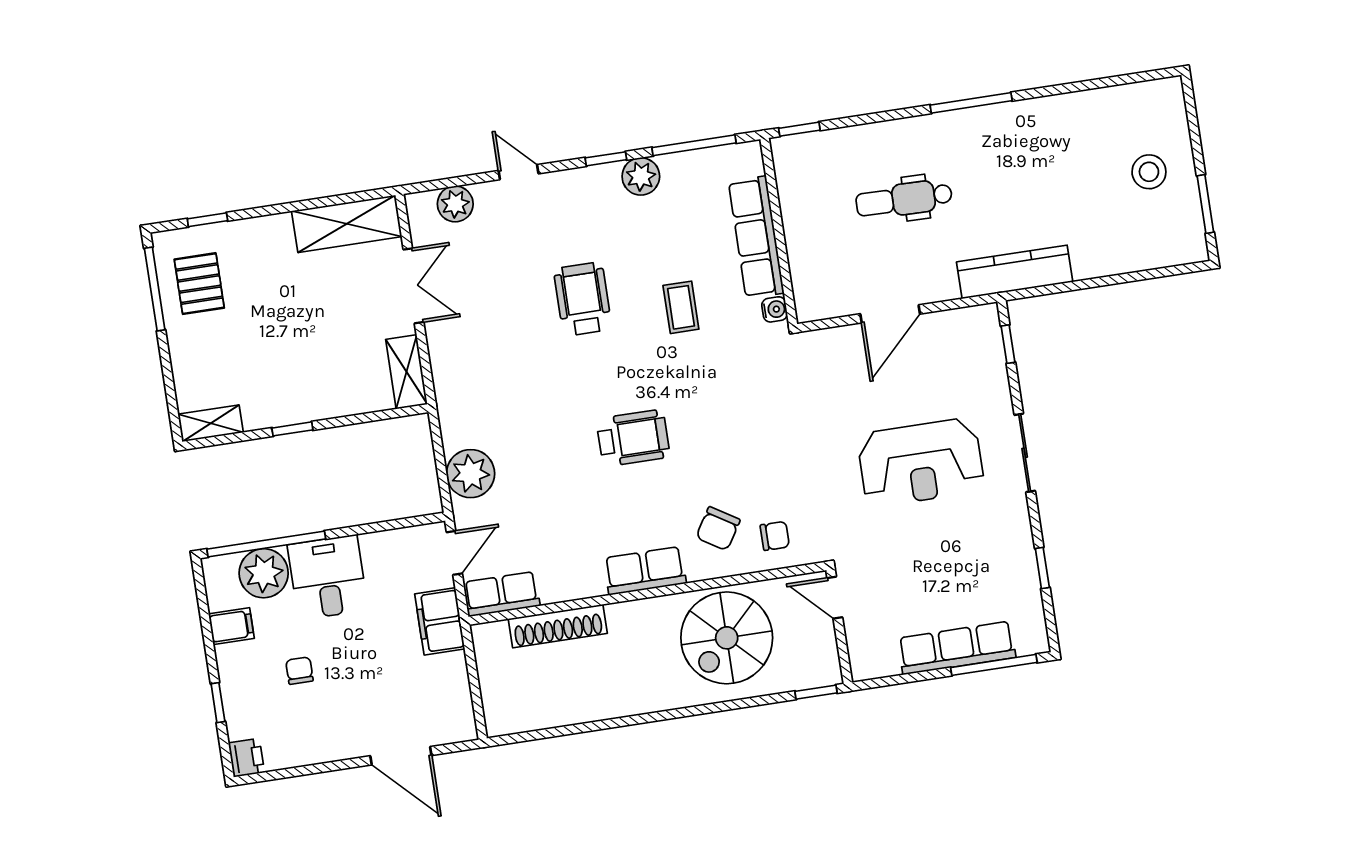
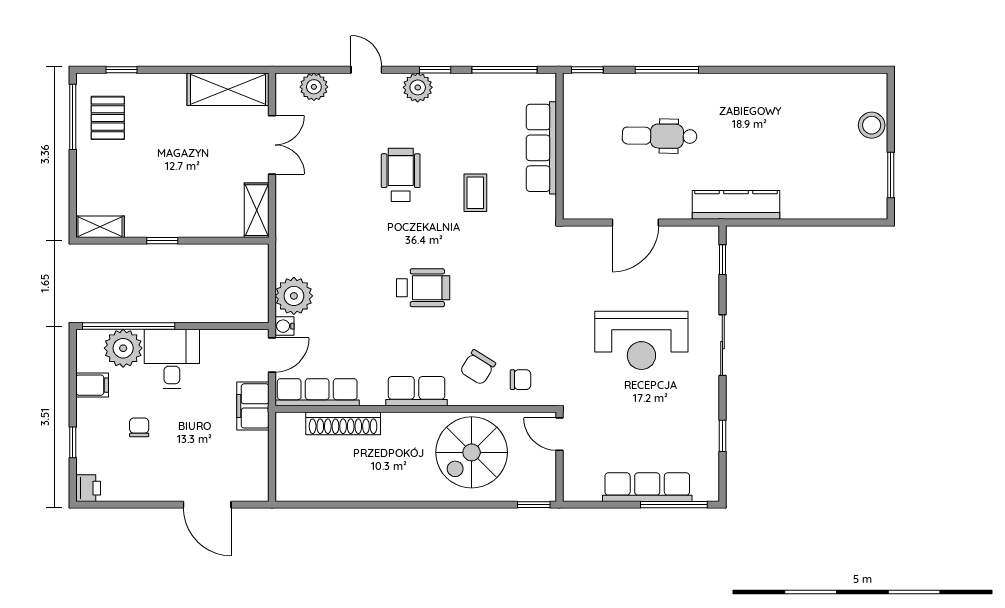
window: (971, 103) -> (667, 70), moved
stool: (1149, 172) -> (872, 125), moved
plant: (641, 176) -> (418, 87), moved
water cooler: (775, 309) -> (285, 326), moved, turned 180
row of seats: (502, 594) -> (317, 392), width x1.48

